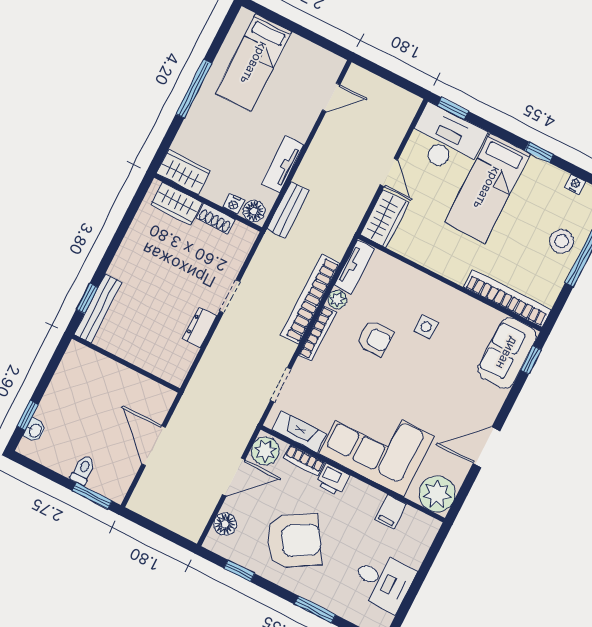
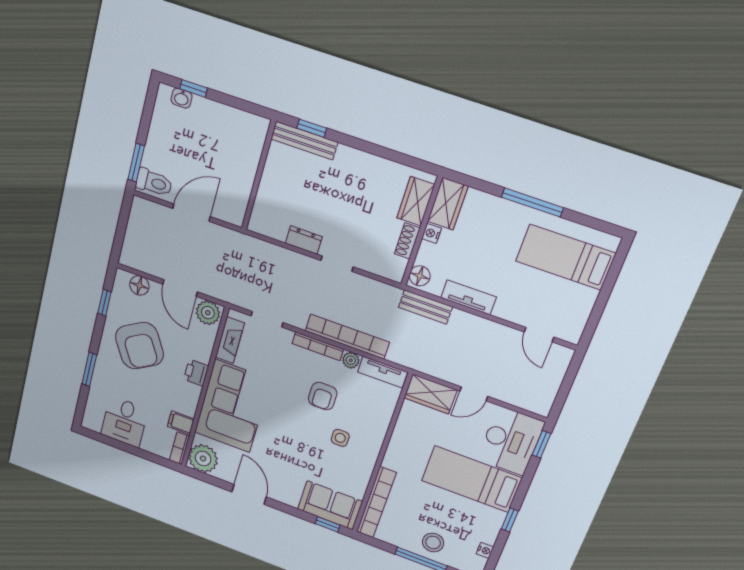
nightstand: (234, 204) -> (432, 233), moved
bookcase: (304, 460) -> (179, 448), moved
toilet: (83, 470) -> (154, 183), moved, width x1.37, depth x1.39

